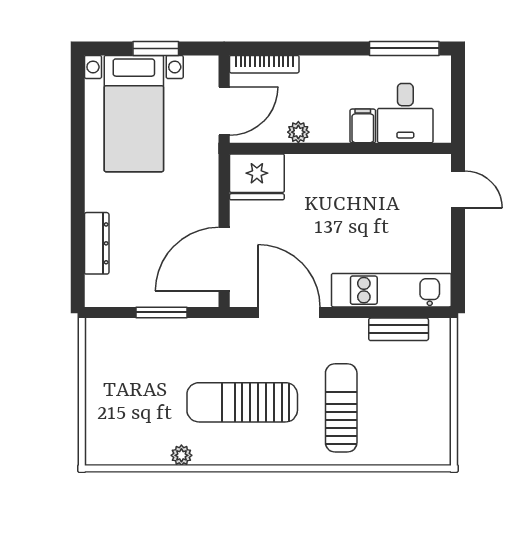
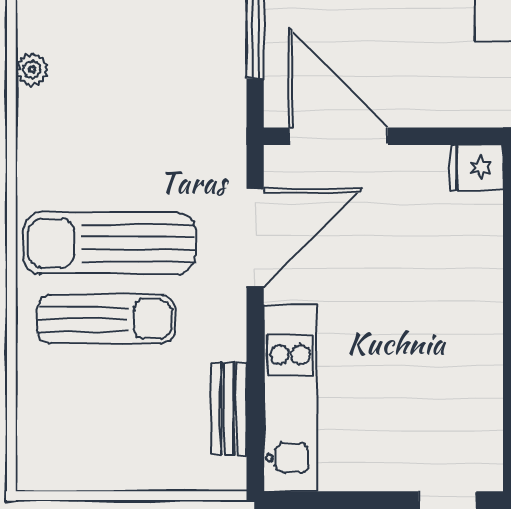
fridge: (257, 177) -> (476, 167), width x0.53, depth x0.75
sun lounger: (242, 402) -> (109, 243), moved, turned -90

